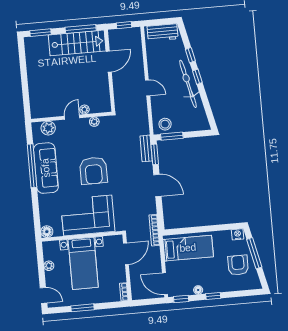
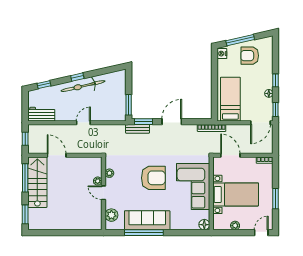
workbench: (163, 32) -> (41, 114), moved, turned -90
window: (190, 55) -> (44, 85), moved
stool: (165, 124) -> (117, 110), removed

